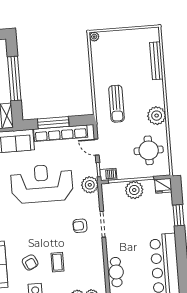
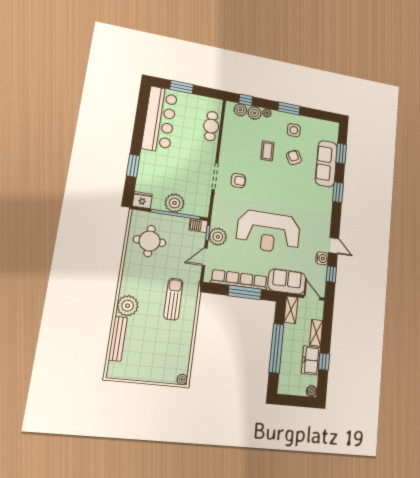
plant: (157, 116) -> (128, 306), moved
door: (97, 147) -> (205, 257), swing flipped
plant: (90, 185) -> (218, 237), moved

